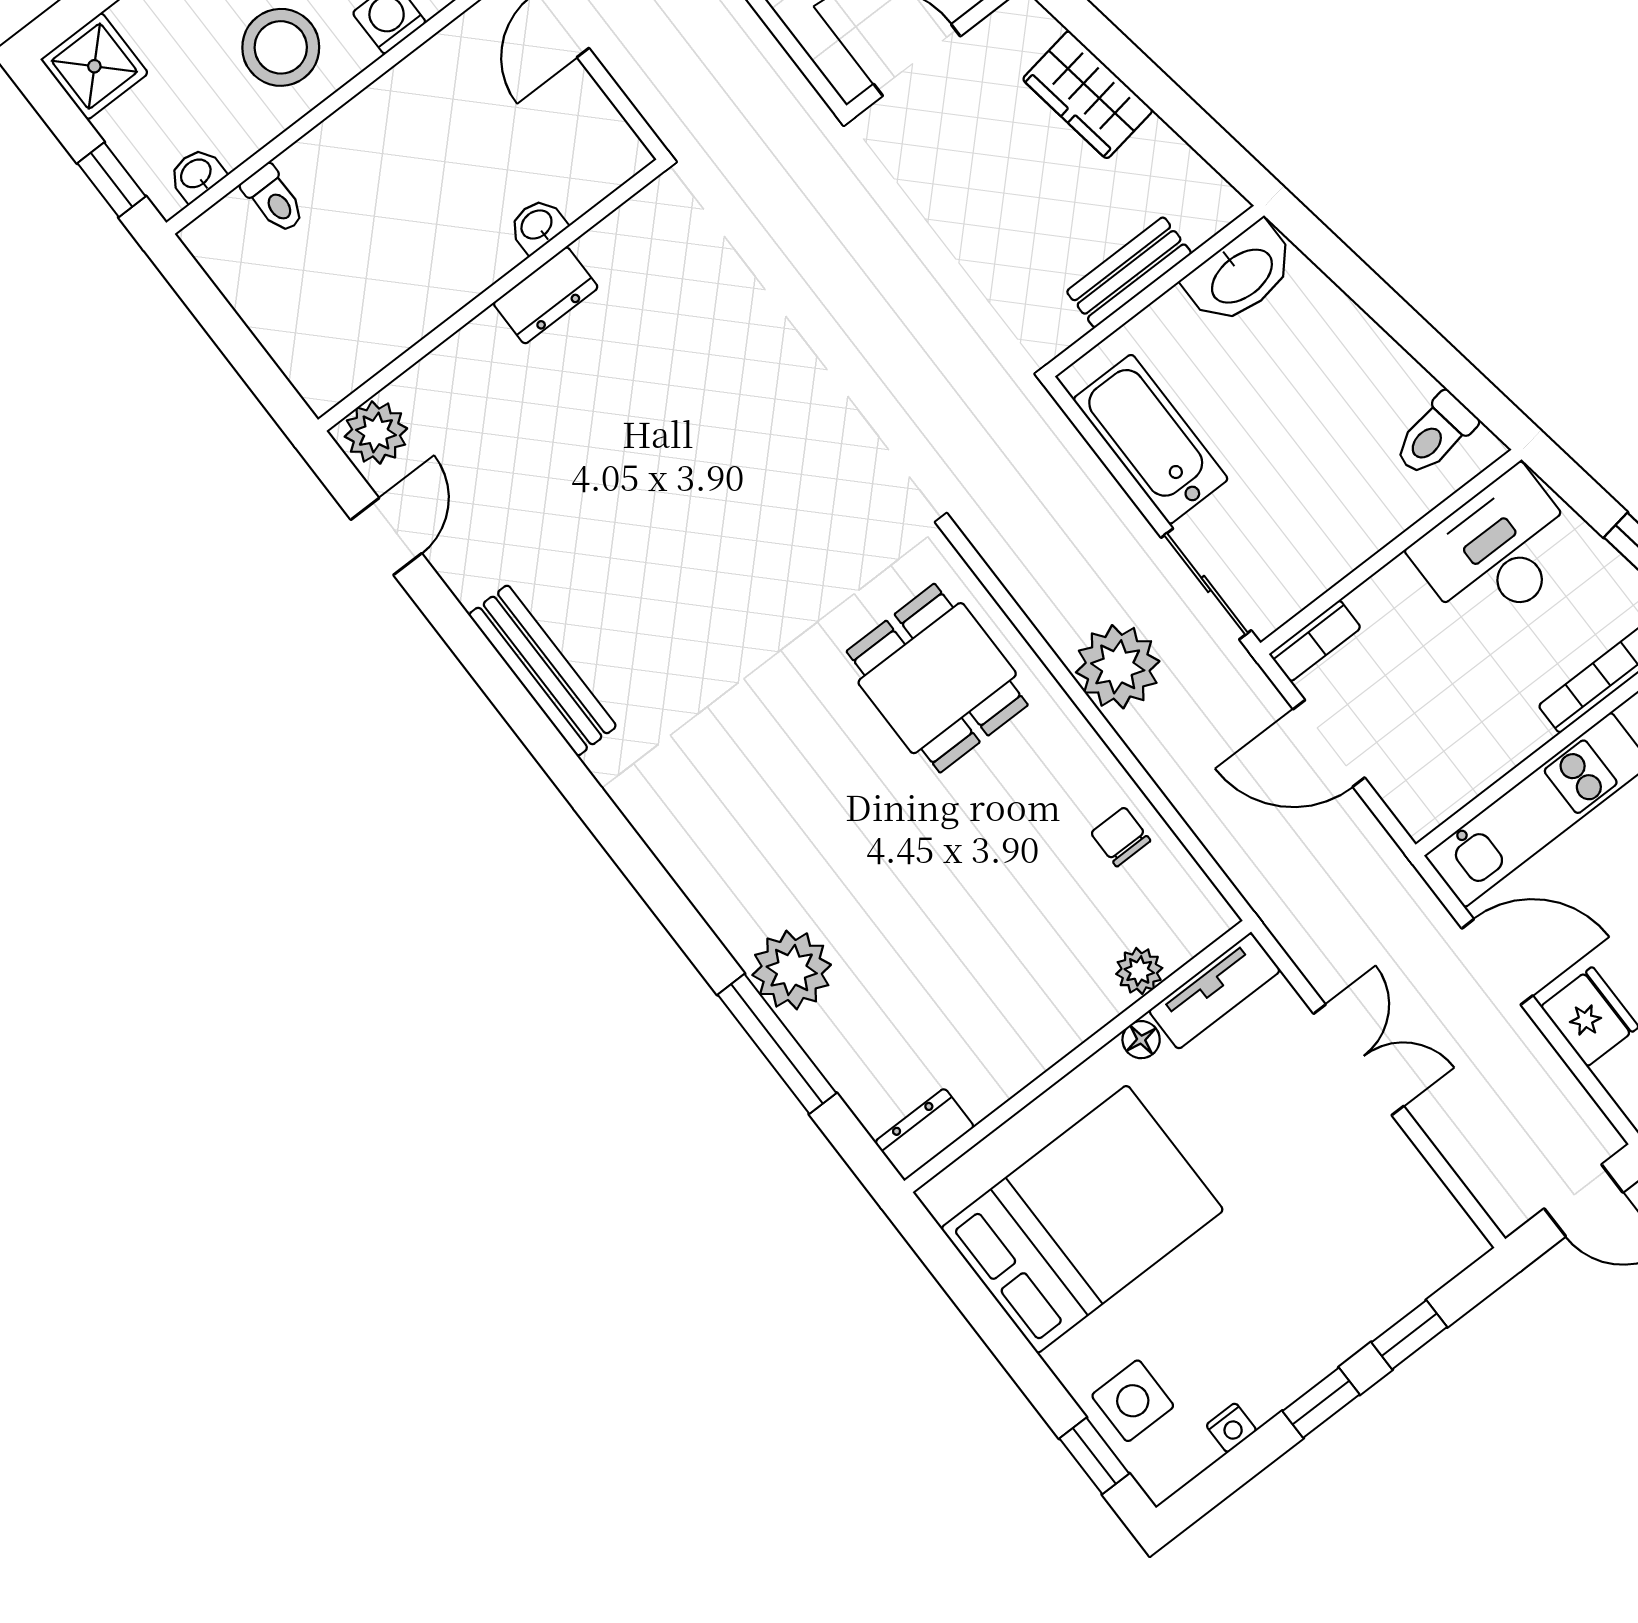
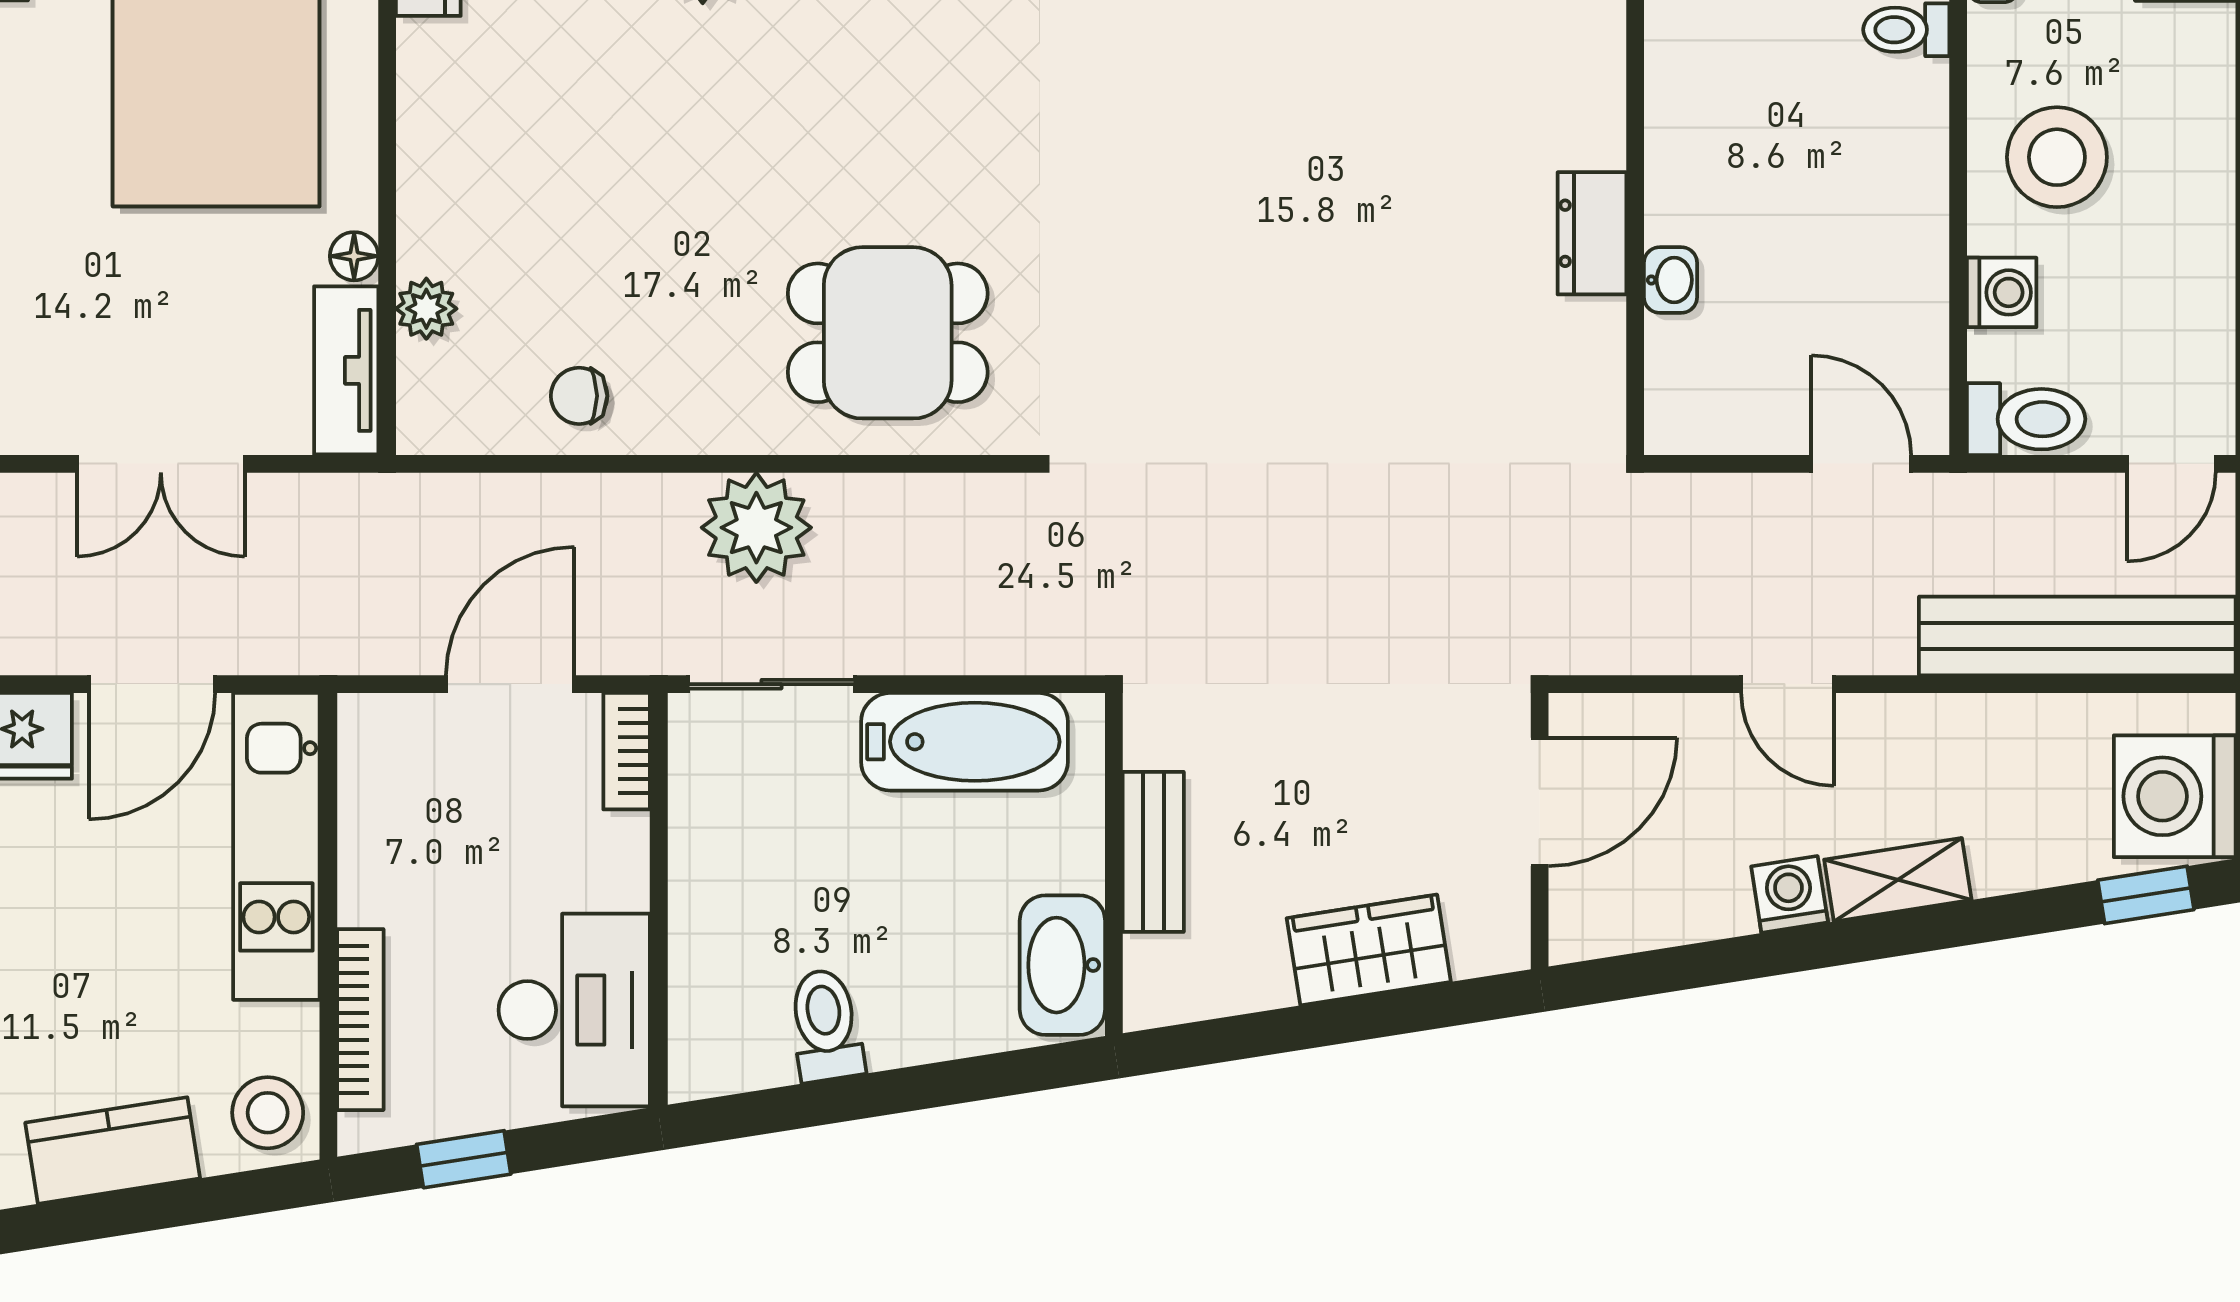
toilet: (1435, 435) -> (826, 1025), moved
chair: (1121, 837) -> (579, 396), turned 180

